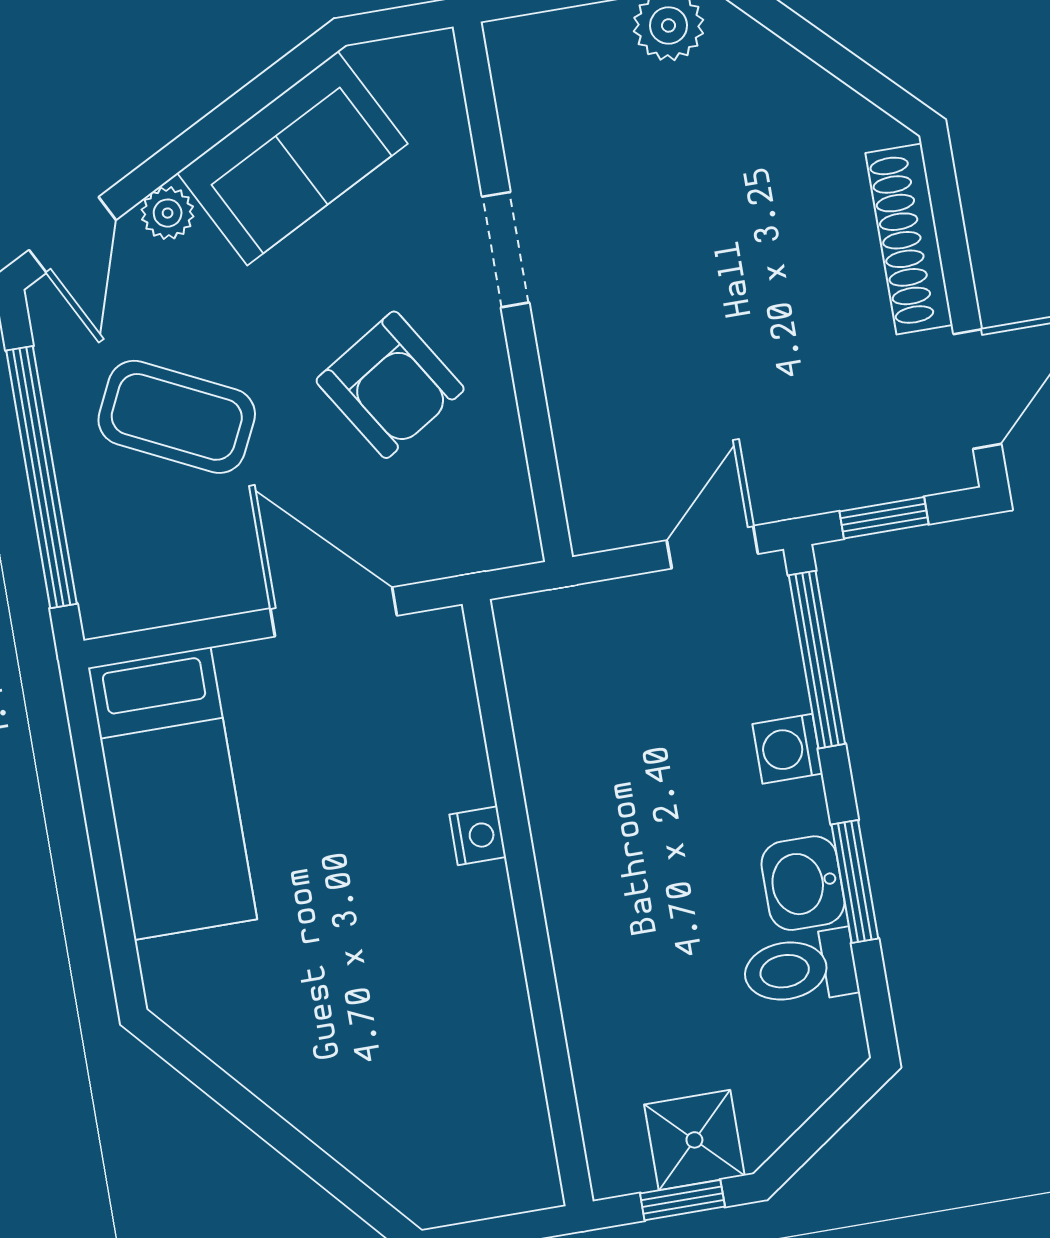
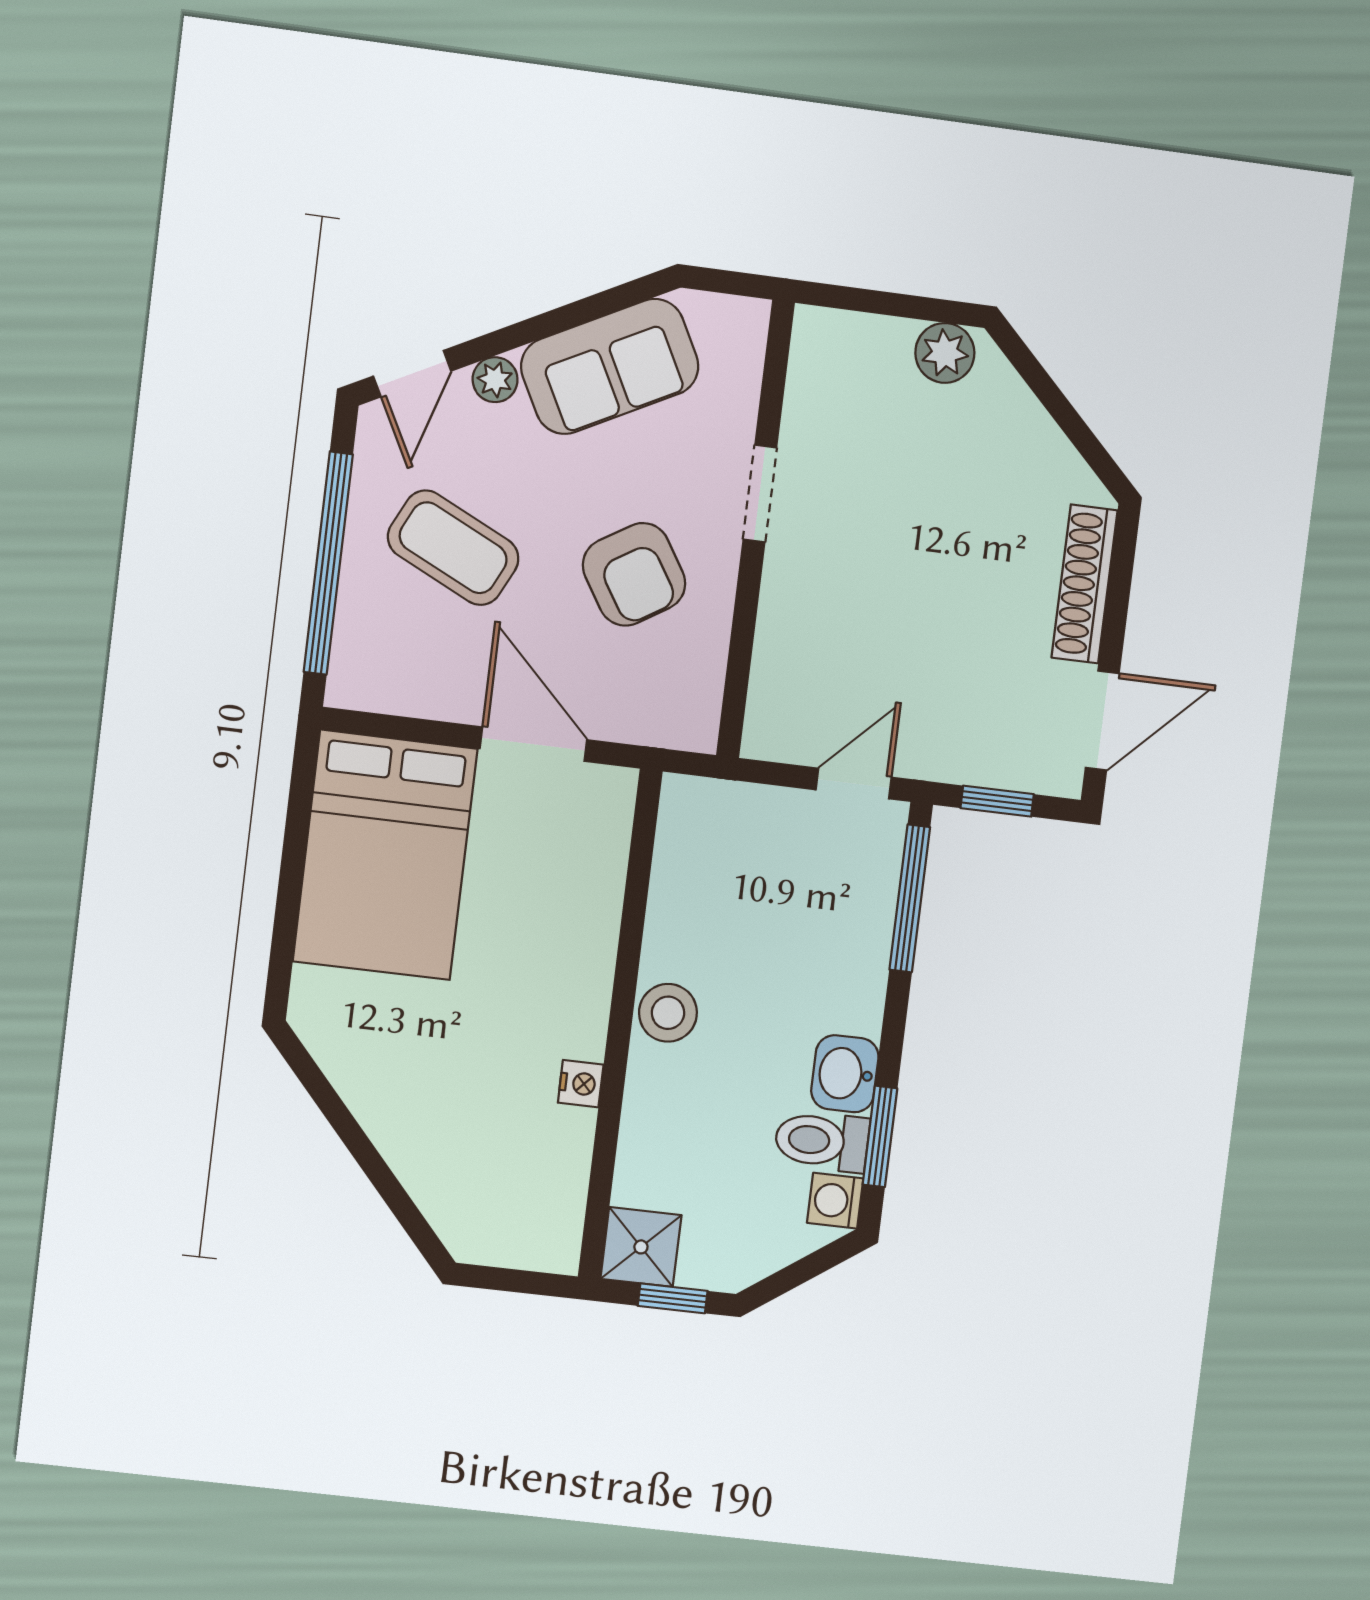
washing machine: (788, 749) -> (835, 1201), moved
bed: (172, 793) -> (385, 855), width x1.50
nightstand: (478, 836) -> (581, 1084), moved
stool: (579, 873) -> (668, 1013), added
window: (855, 881) -> (880, 1136), moved
shower: (694, 1140) -> (641, 1247), moved

